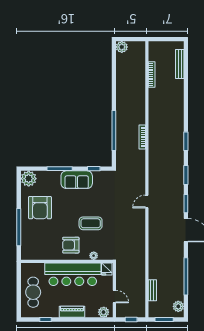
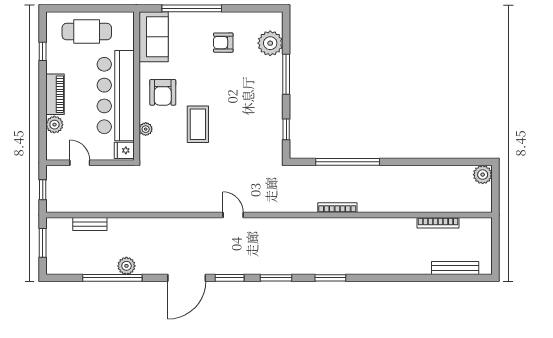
plant: (29, 179) -> (270, 43), moved
sofa: (77, 180) -> (154, 37), moved, turned 180
armchair: (40, 208) -> (223, 43), width x0.53, depth x0.53
armchair: (71, 245) -> (163, 92), turned 180
door: (114, 297) -> (80, 163), swing flipped
plant: (178, 306) -> (126, 266), moved
plant: (104, 312) -> (54, 125), moved

